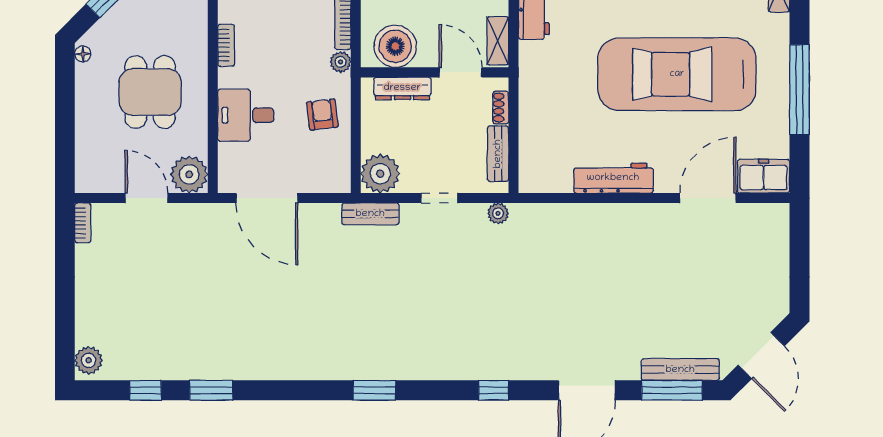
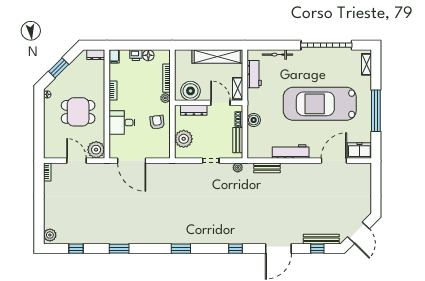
dining table: (150, 92) -> (78, 112), turned 90
boiler: (533, 110) -> (254, 120), added
plant: (380, 174) -> (184, 139), moved
bench: (370, 214) -> (267, 168), moved
window: (211, 390) -> (119, 249), moved
window: (672, 390) -> (317, 249), width x0.46

